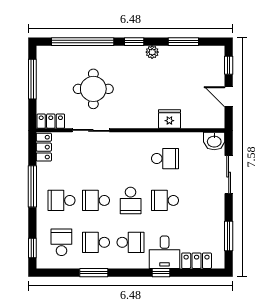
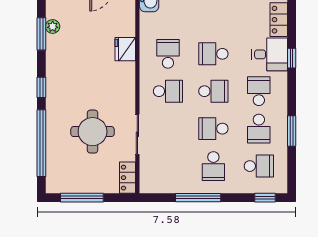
plant: (152, 52) -> (53, 27), moved
locker: (44, 147) -> (156, 185), removed
school desk: (131, 159) -> (168, 91), added
school desk: (96, 200) -> (213, 129), turned 90
school desk: (165, 200) -> (213, 54), turned 90
school desk: (61, 242) -> (259, 166), turned 180

